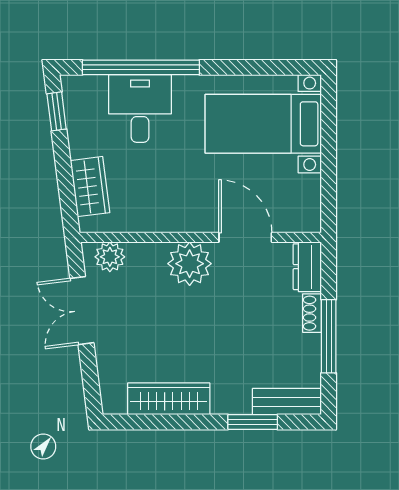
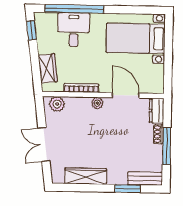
bookcase: (157, 224) -> (81, 88), added
plant: (190, 264) -> (97, 103), width x0.53, depth x0.53
double door: (82, 311) -> (44, 144), moved

